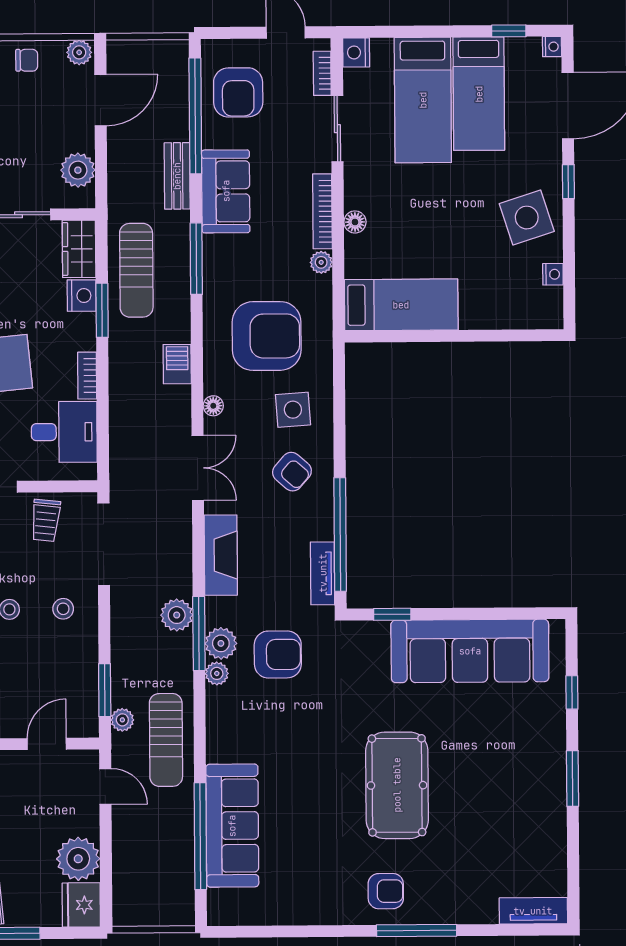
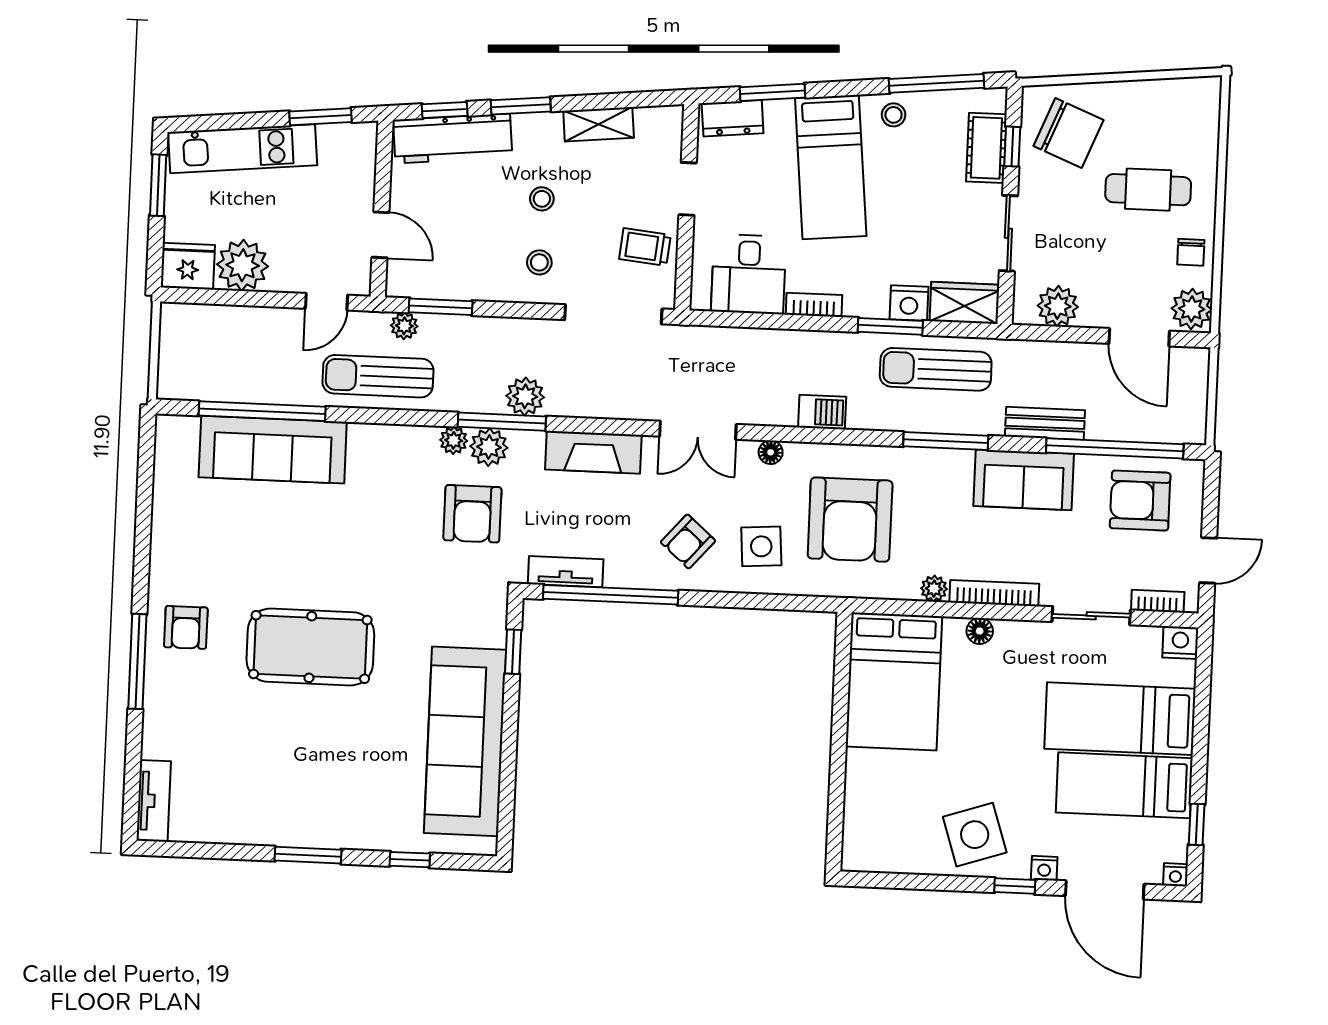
plant: (79, 52) -> (1192, 309), width x1.38, depth x1.38
nightstand: (553, 274) -> (1044, 868), moved
bed: (401, 305) -> (894, 681), width x1.50

